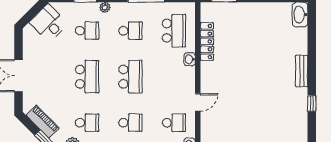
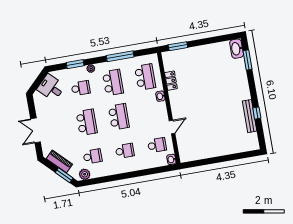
school desk: (130, 31) -> (113, 83), width x1.85
window: (312, 32) -> (247, 60), added
locker: (207, 41) -> (171, 81), width x0.66
bench: (302, 71) -> (250, 116), moved, width x1.36

